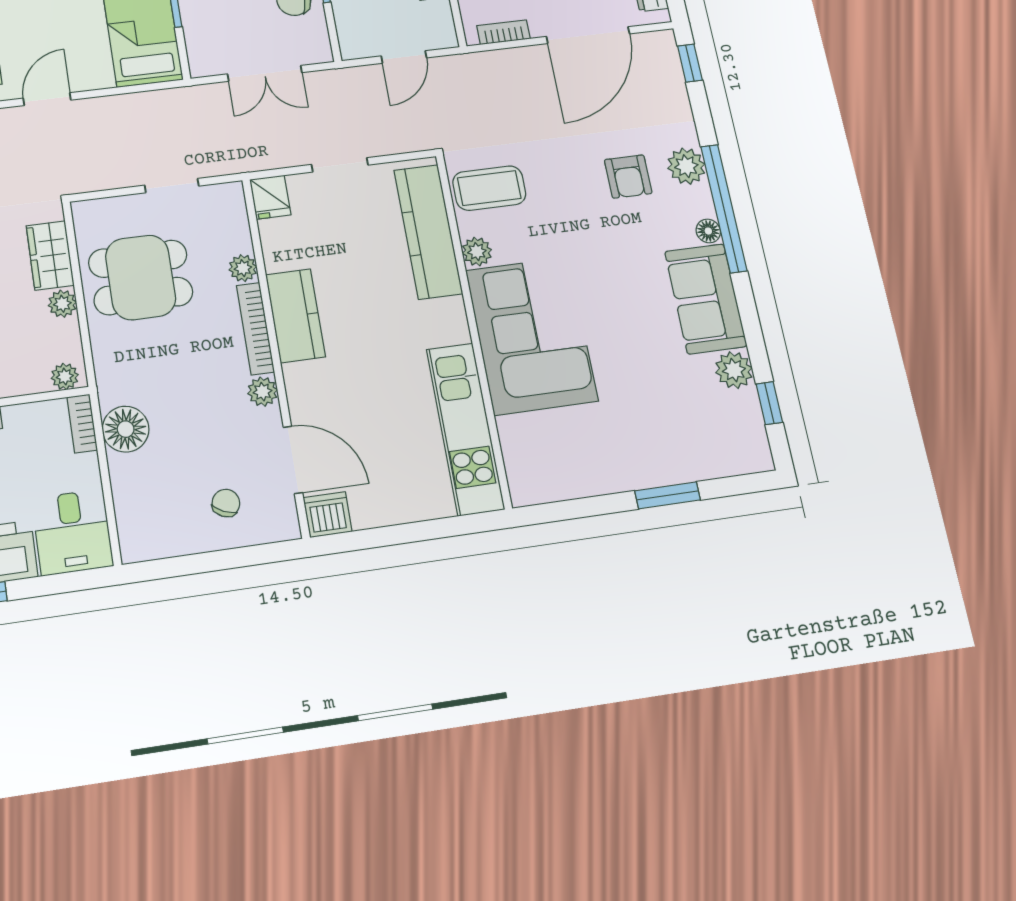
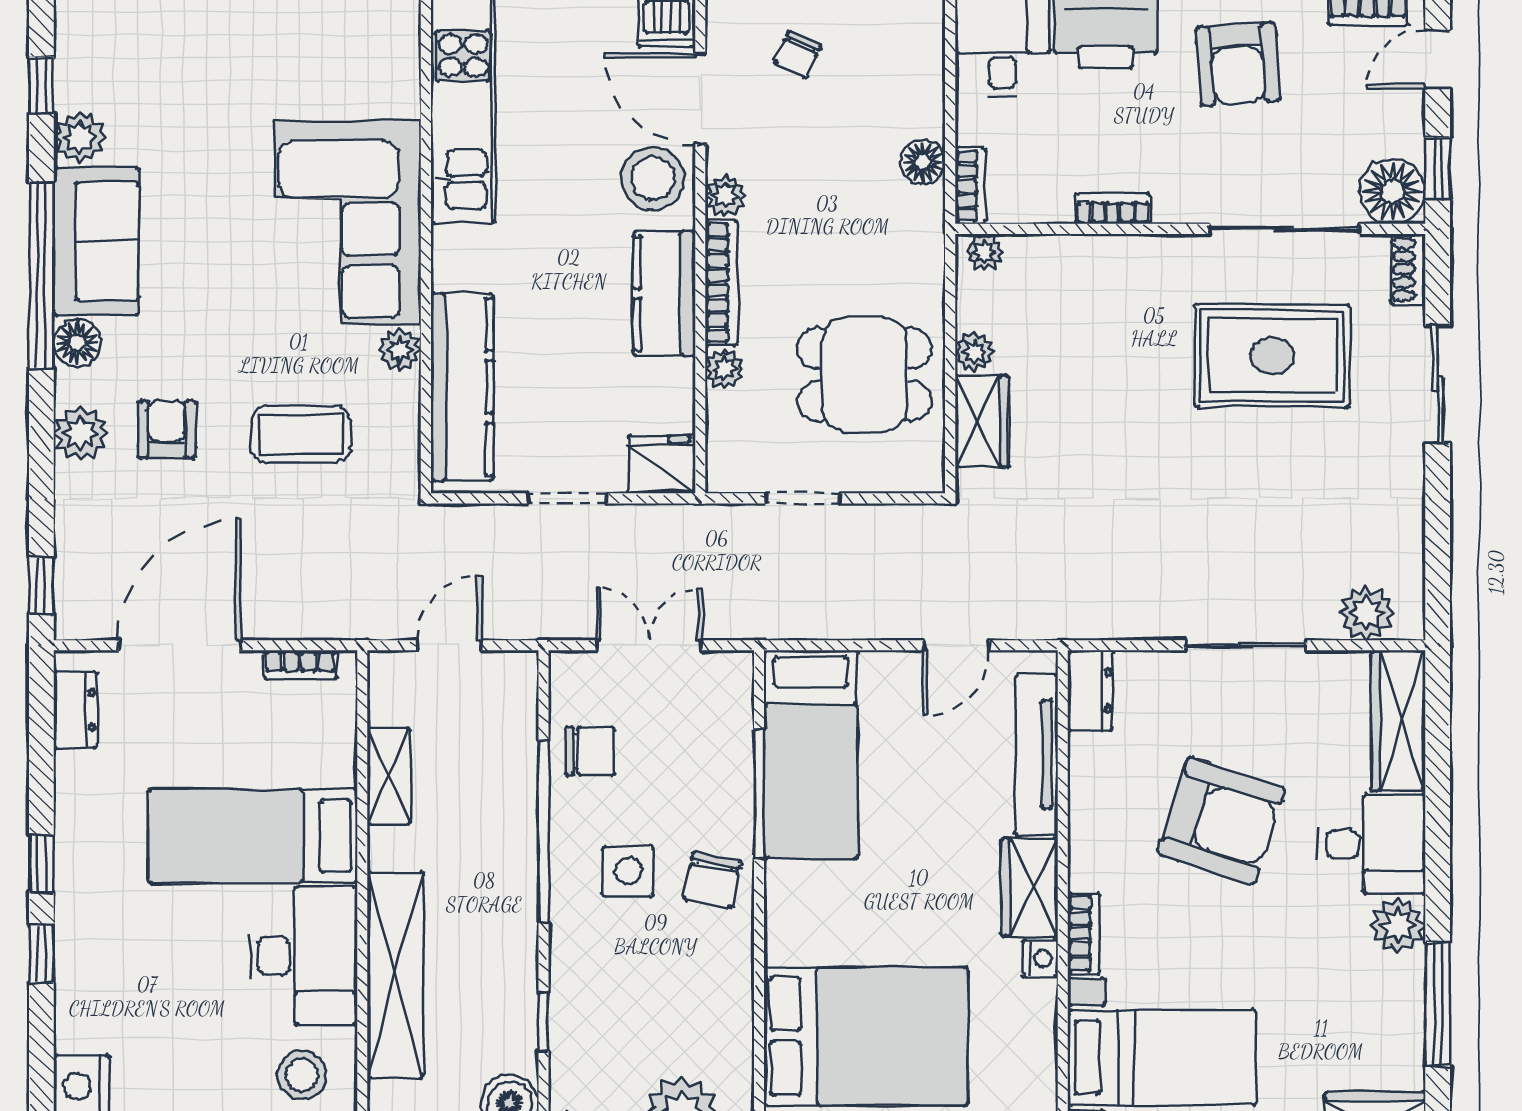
coffee table: (489, 188) -> (301, 434), moved
fridge: (270, 197) -> (662, 464), width x1.38
window: (724, 208) -> (41, 275), moved
floor lamp: (708, 231) -> (77, 343), width x1.37, depth x1.37
stool: (318, 397) -> (653, 179), added
floor lamp: (126, 429) -> (923, 162), width x0.73, depth x0.73

